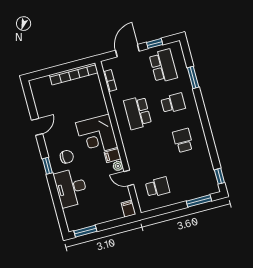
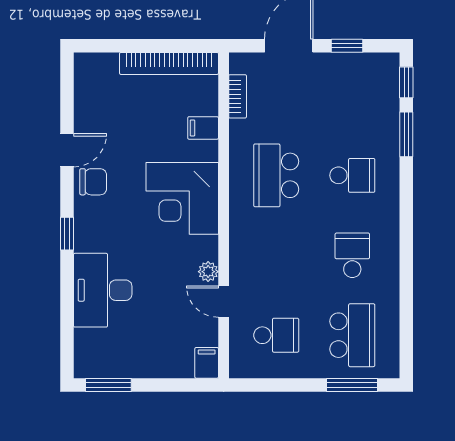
school desk: (163, 66) -> (352, 335), moved
filing cabinet: (113, 156) -> (203, 128), moved
chair: (67, 157) -> (93, 182), moved
window: (219, 176) -> (406, 82), moved

